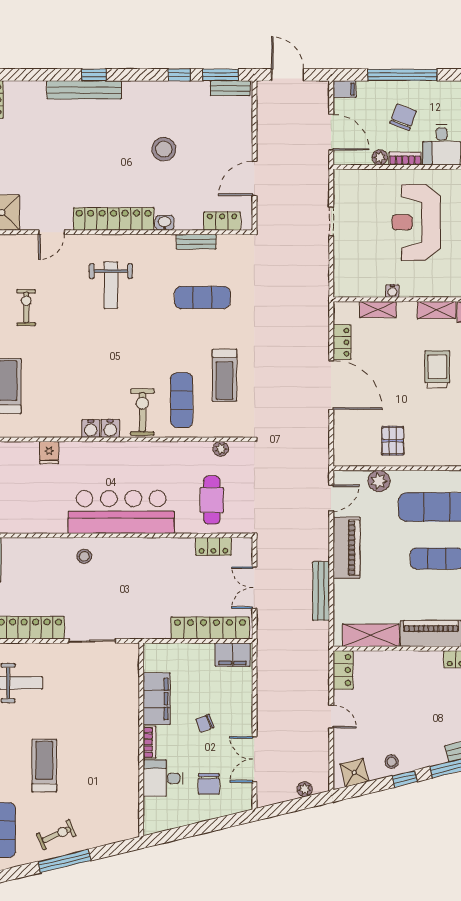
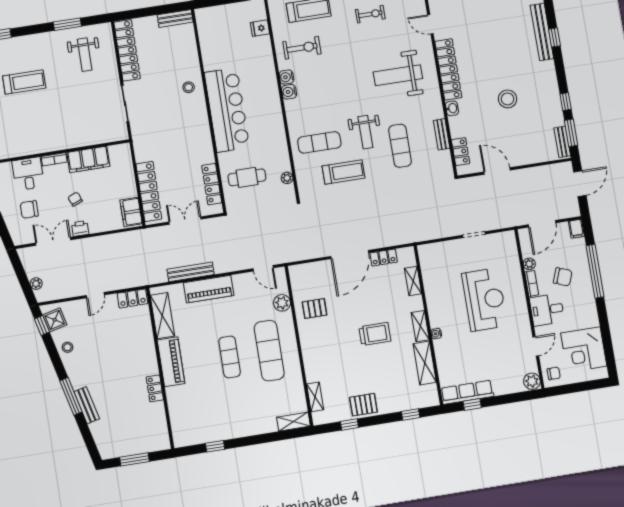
reception desk: (416, 222) -> (485, 300), turned 90
weight bench: (111, 285) -> (398, 75), width x1.36, depth x1.33
water cooler: (392, 291) -> (436, 334), moved
weight bench: (178, 339) -> (365, 132), added
treadmill: (225, 375) -> (344, 172), turned 180
exercise bike: (142, 412) -> (302, 48), moved
fridge: (49, 453) -> (260, 28), moved
locker: (213, 546) -> (212, 184), width x1.53
piano: (347, 548) -> (209, 289), moved
printer: (243, 723) -> (80, 229), added
window: (405, 779) -> (42, 325), moved

